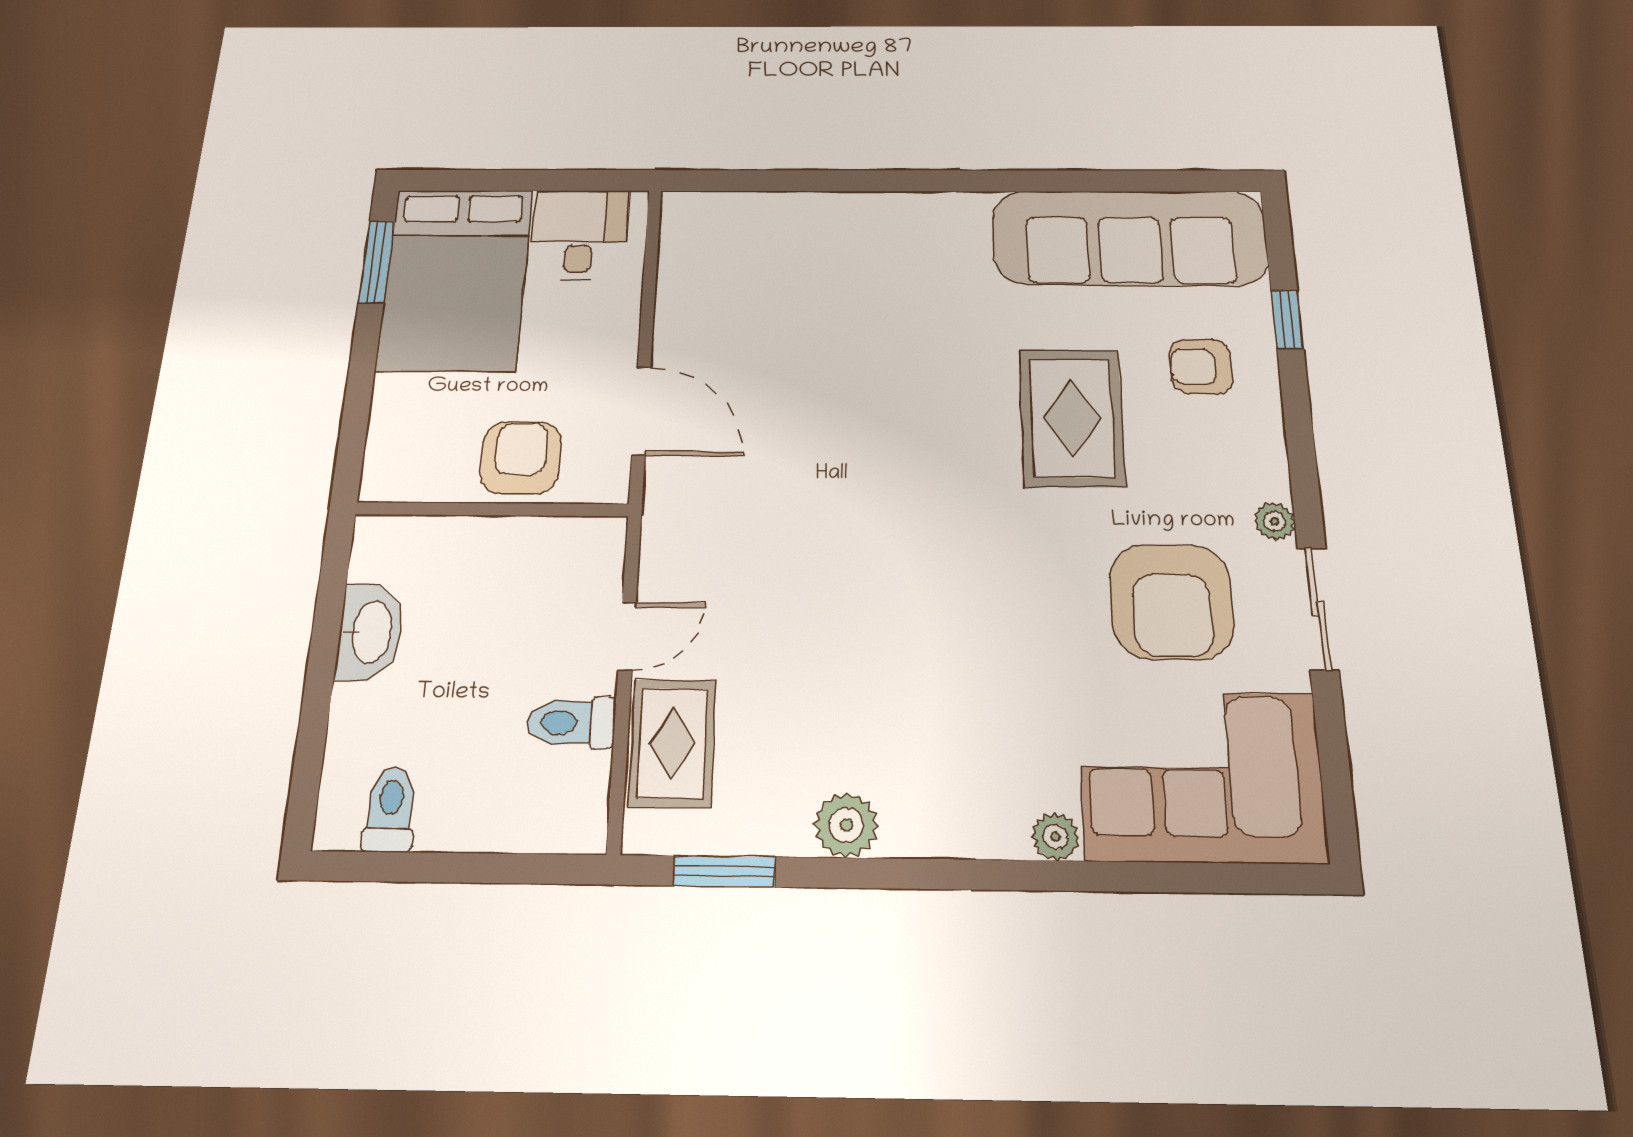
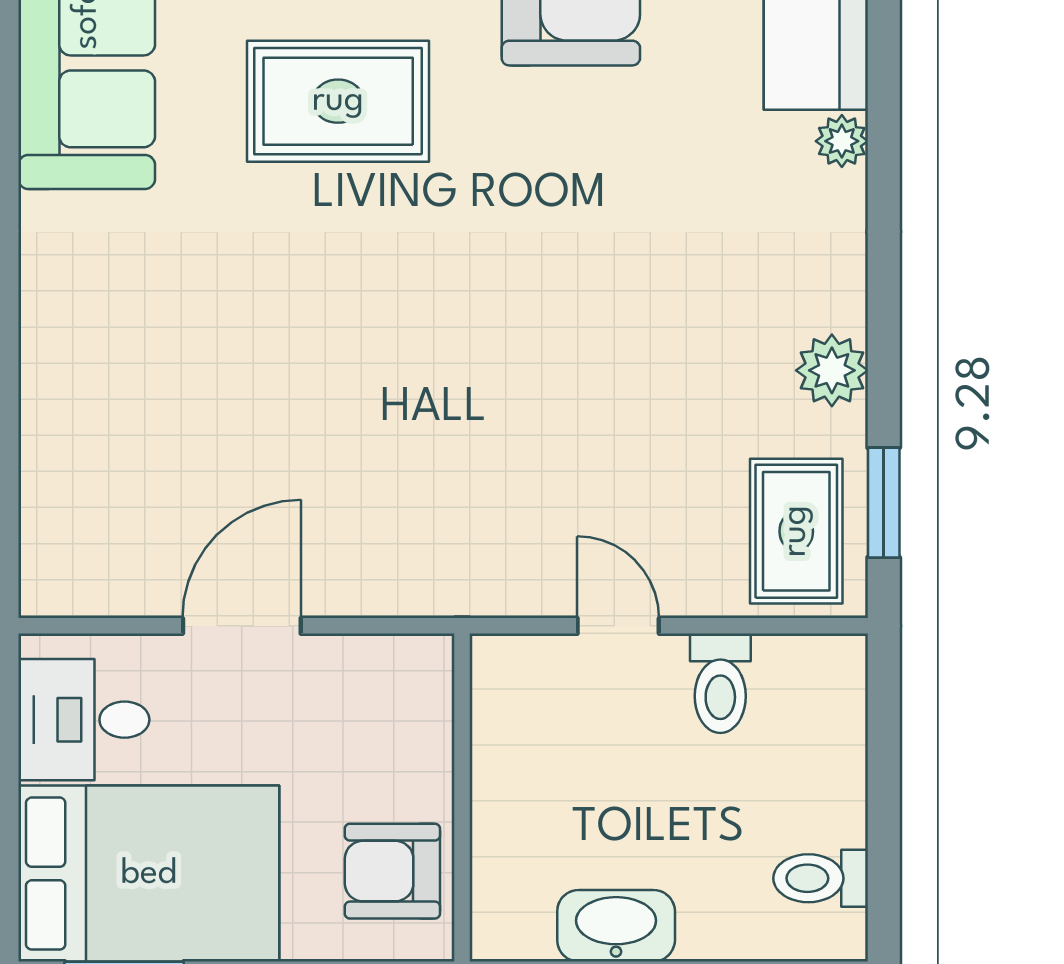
door: (641, 411) -> (242, 626), moved
armchair: (521, 458) -> (392, 871), moved
rug: (673, 743) -> (796, 531), moved, turned 90

